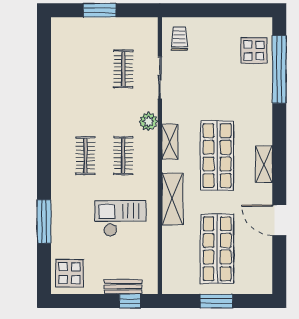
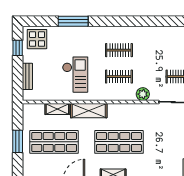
shelving: (170, 142) -> (57, 109), moved
window: (130, 301) -> (18, 48), moved

